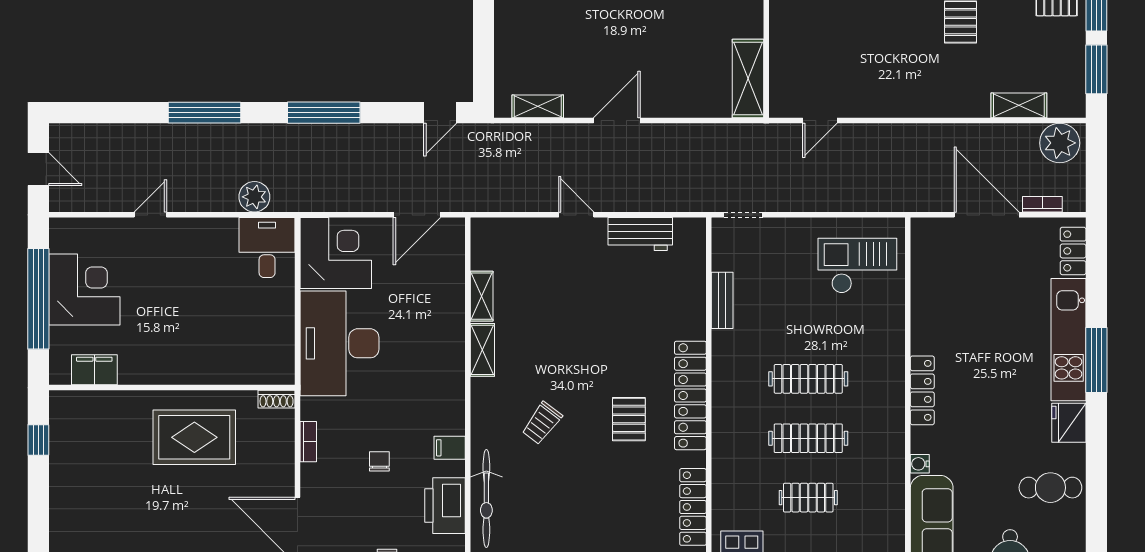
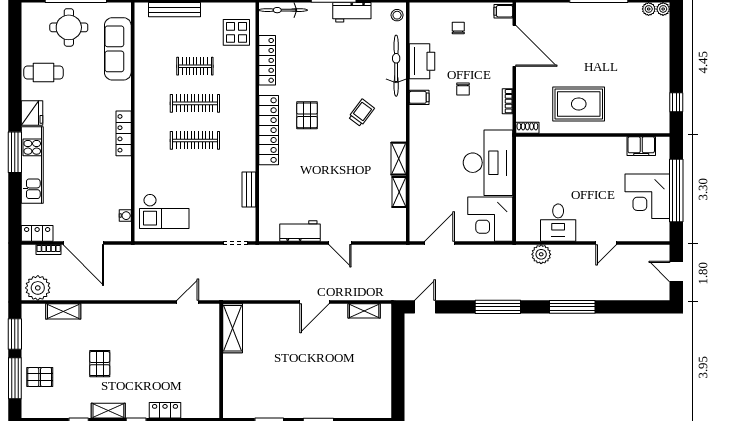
desk: (267, 247) -> (558, 223), moved
locker: (1073, 251) -> (37, 233), moved, turned -90
water cooler: (920, 464) -> (125, 216), moved

